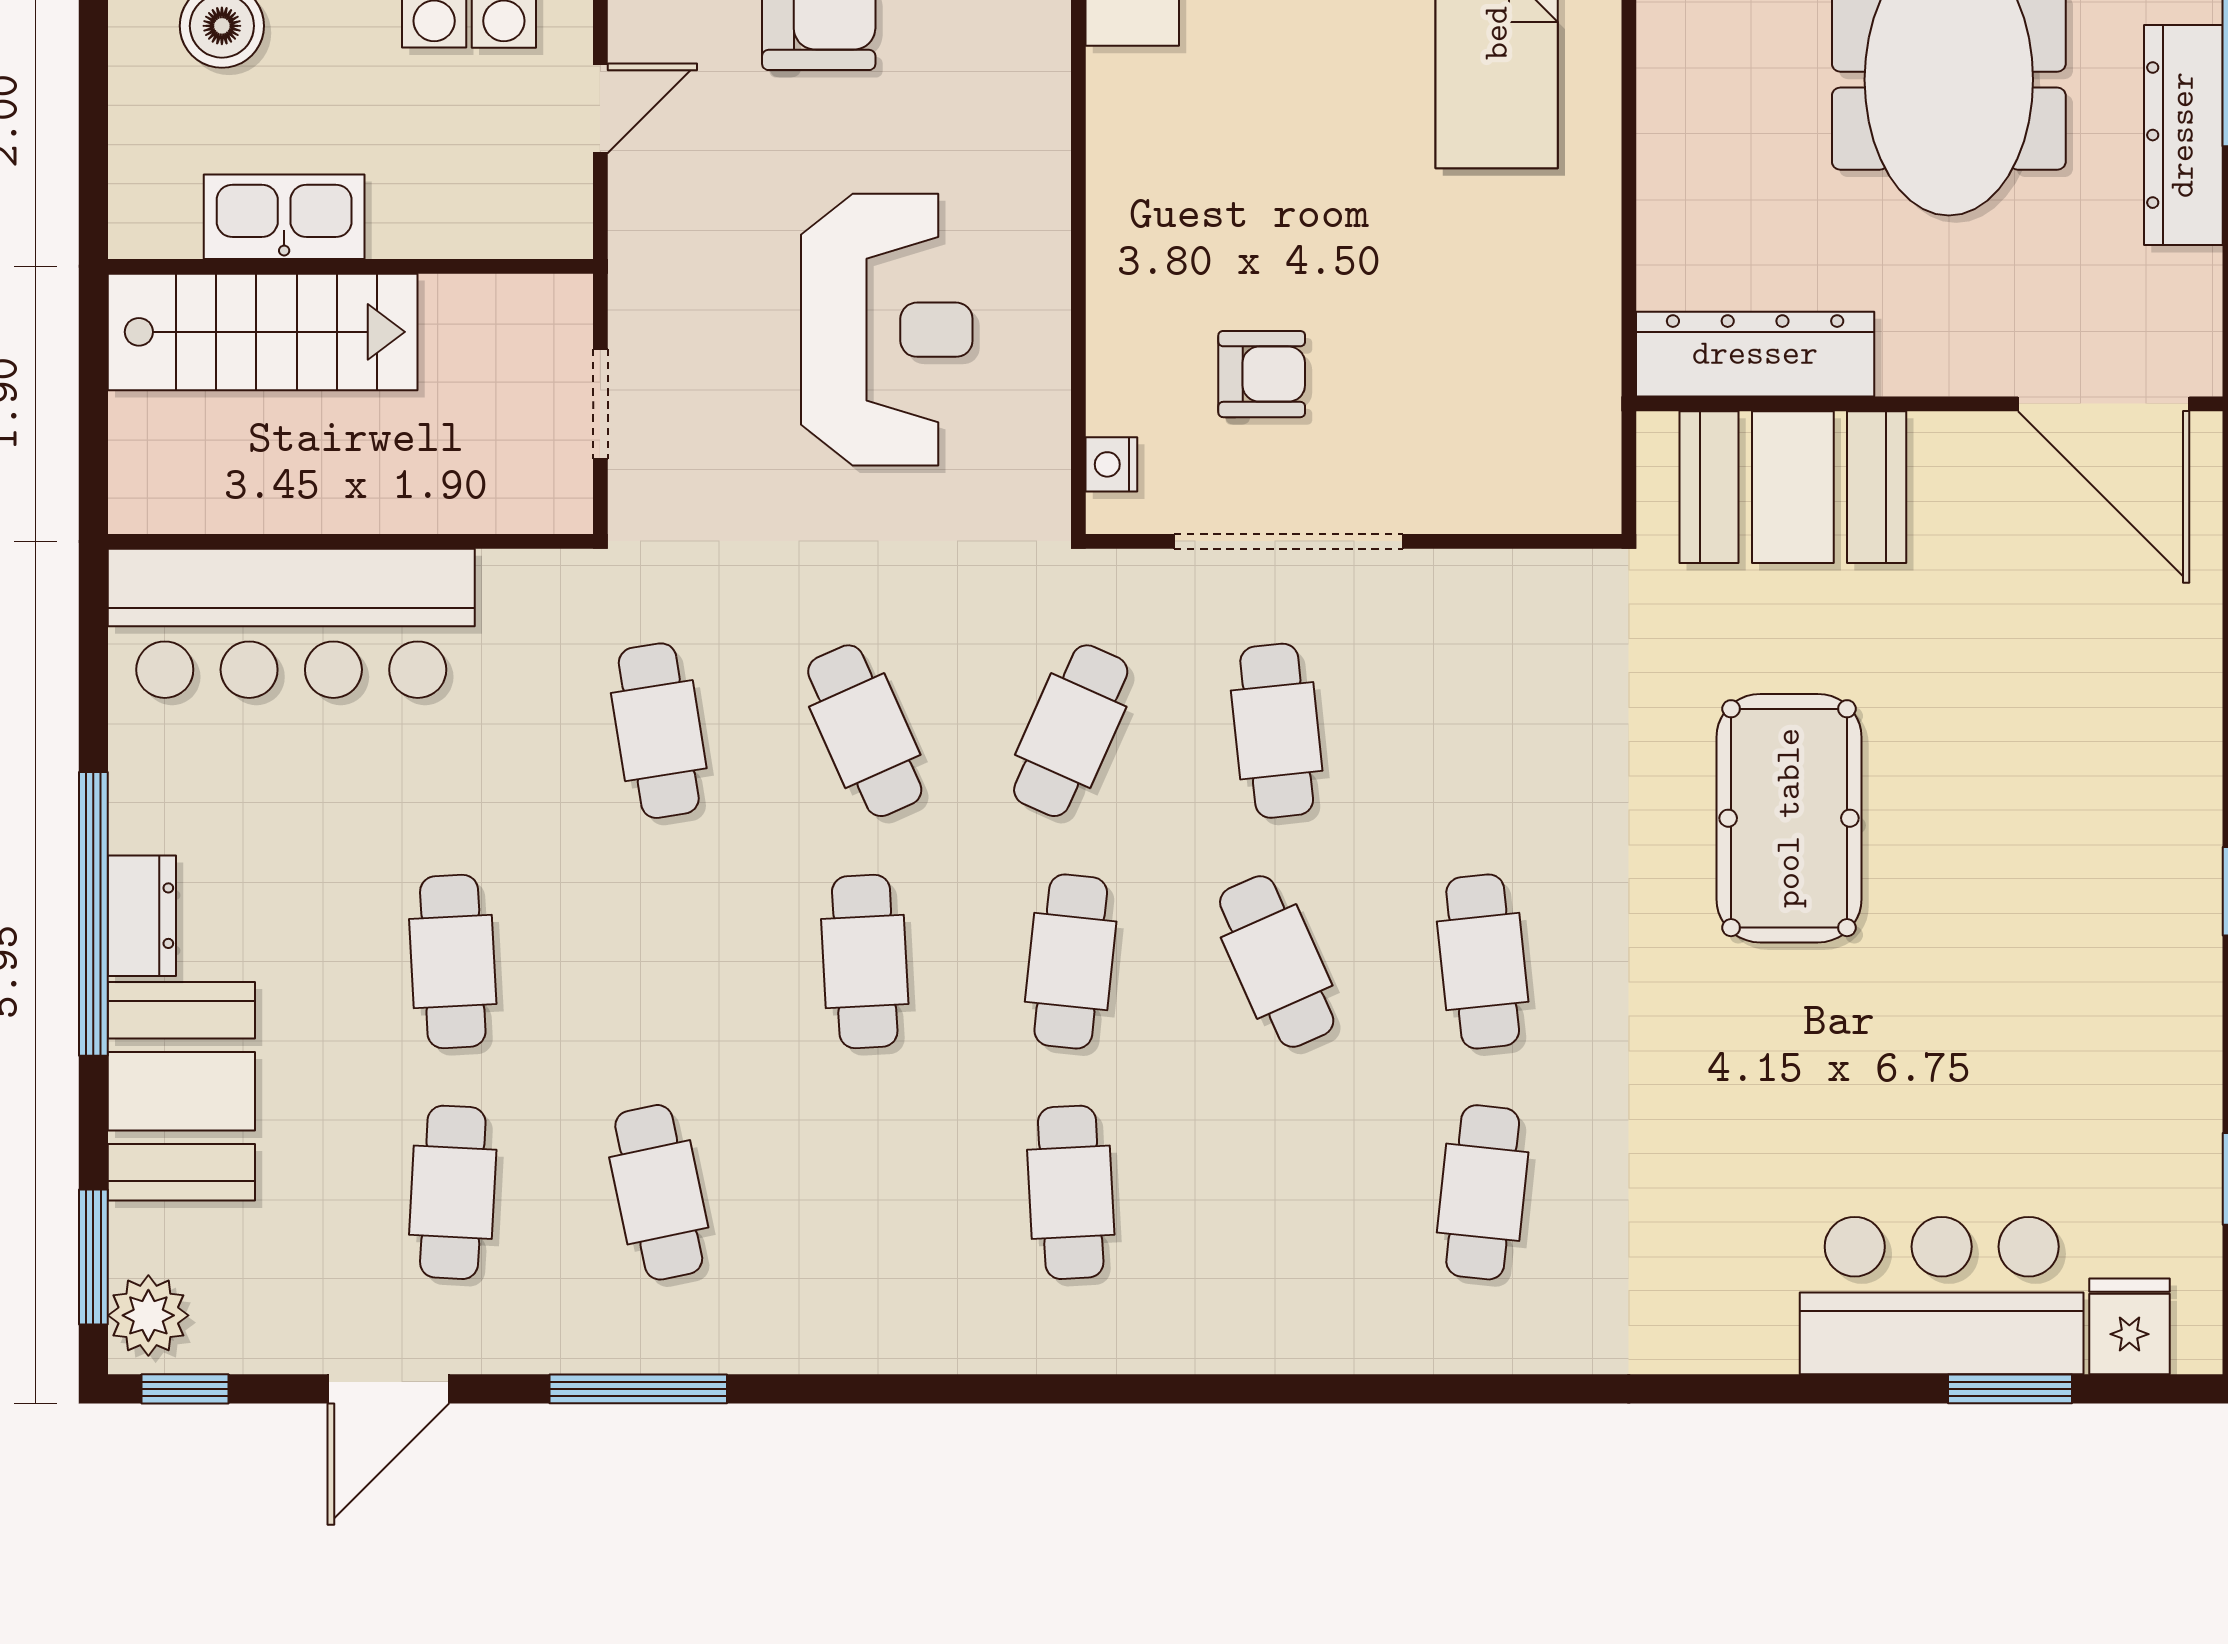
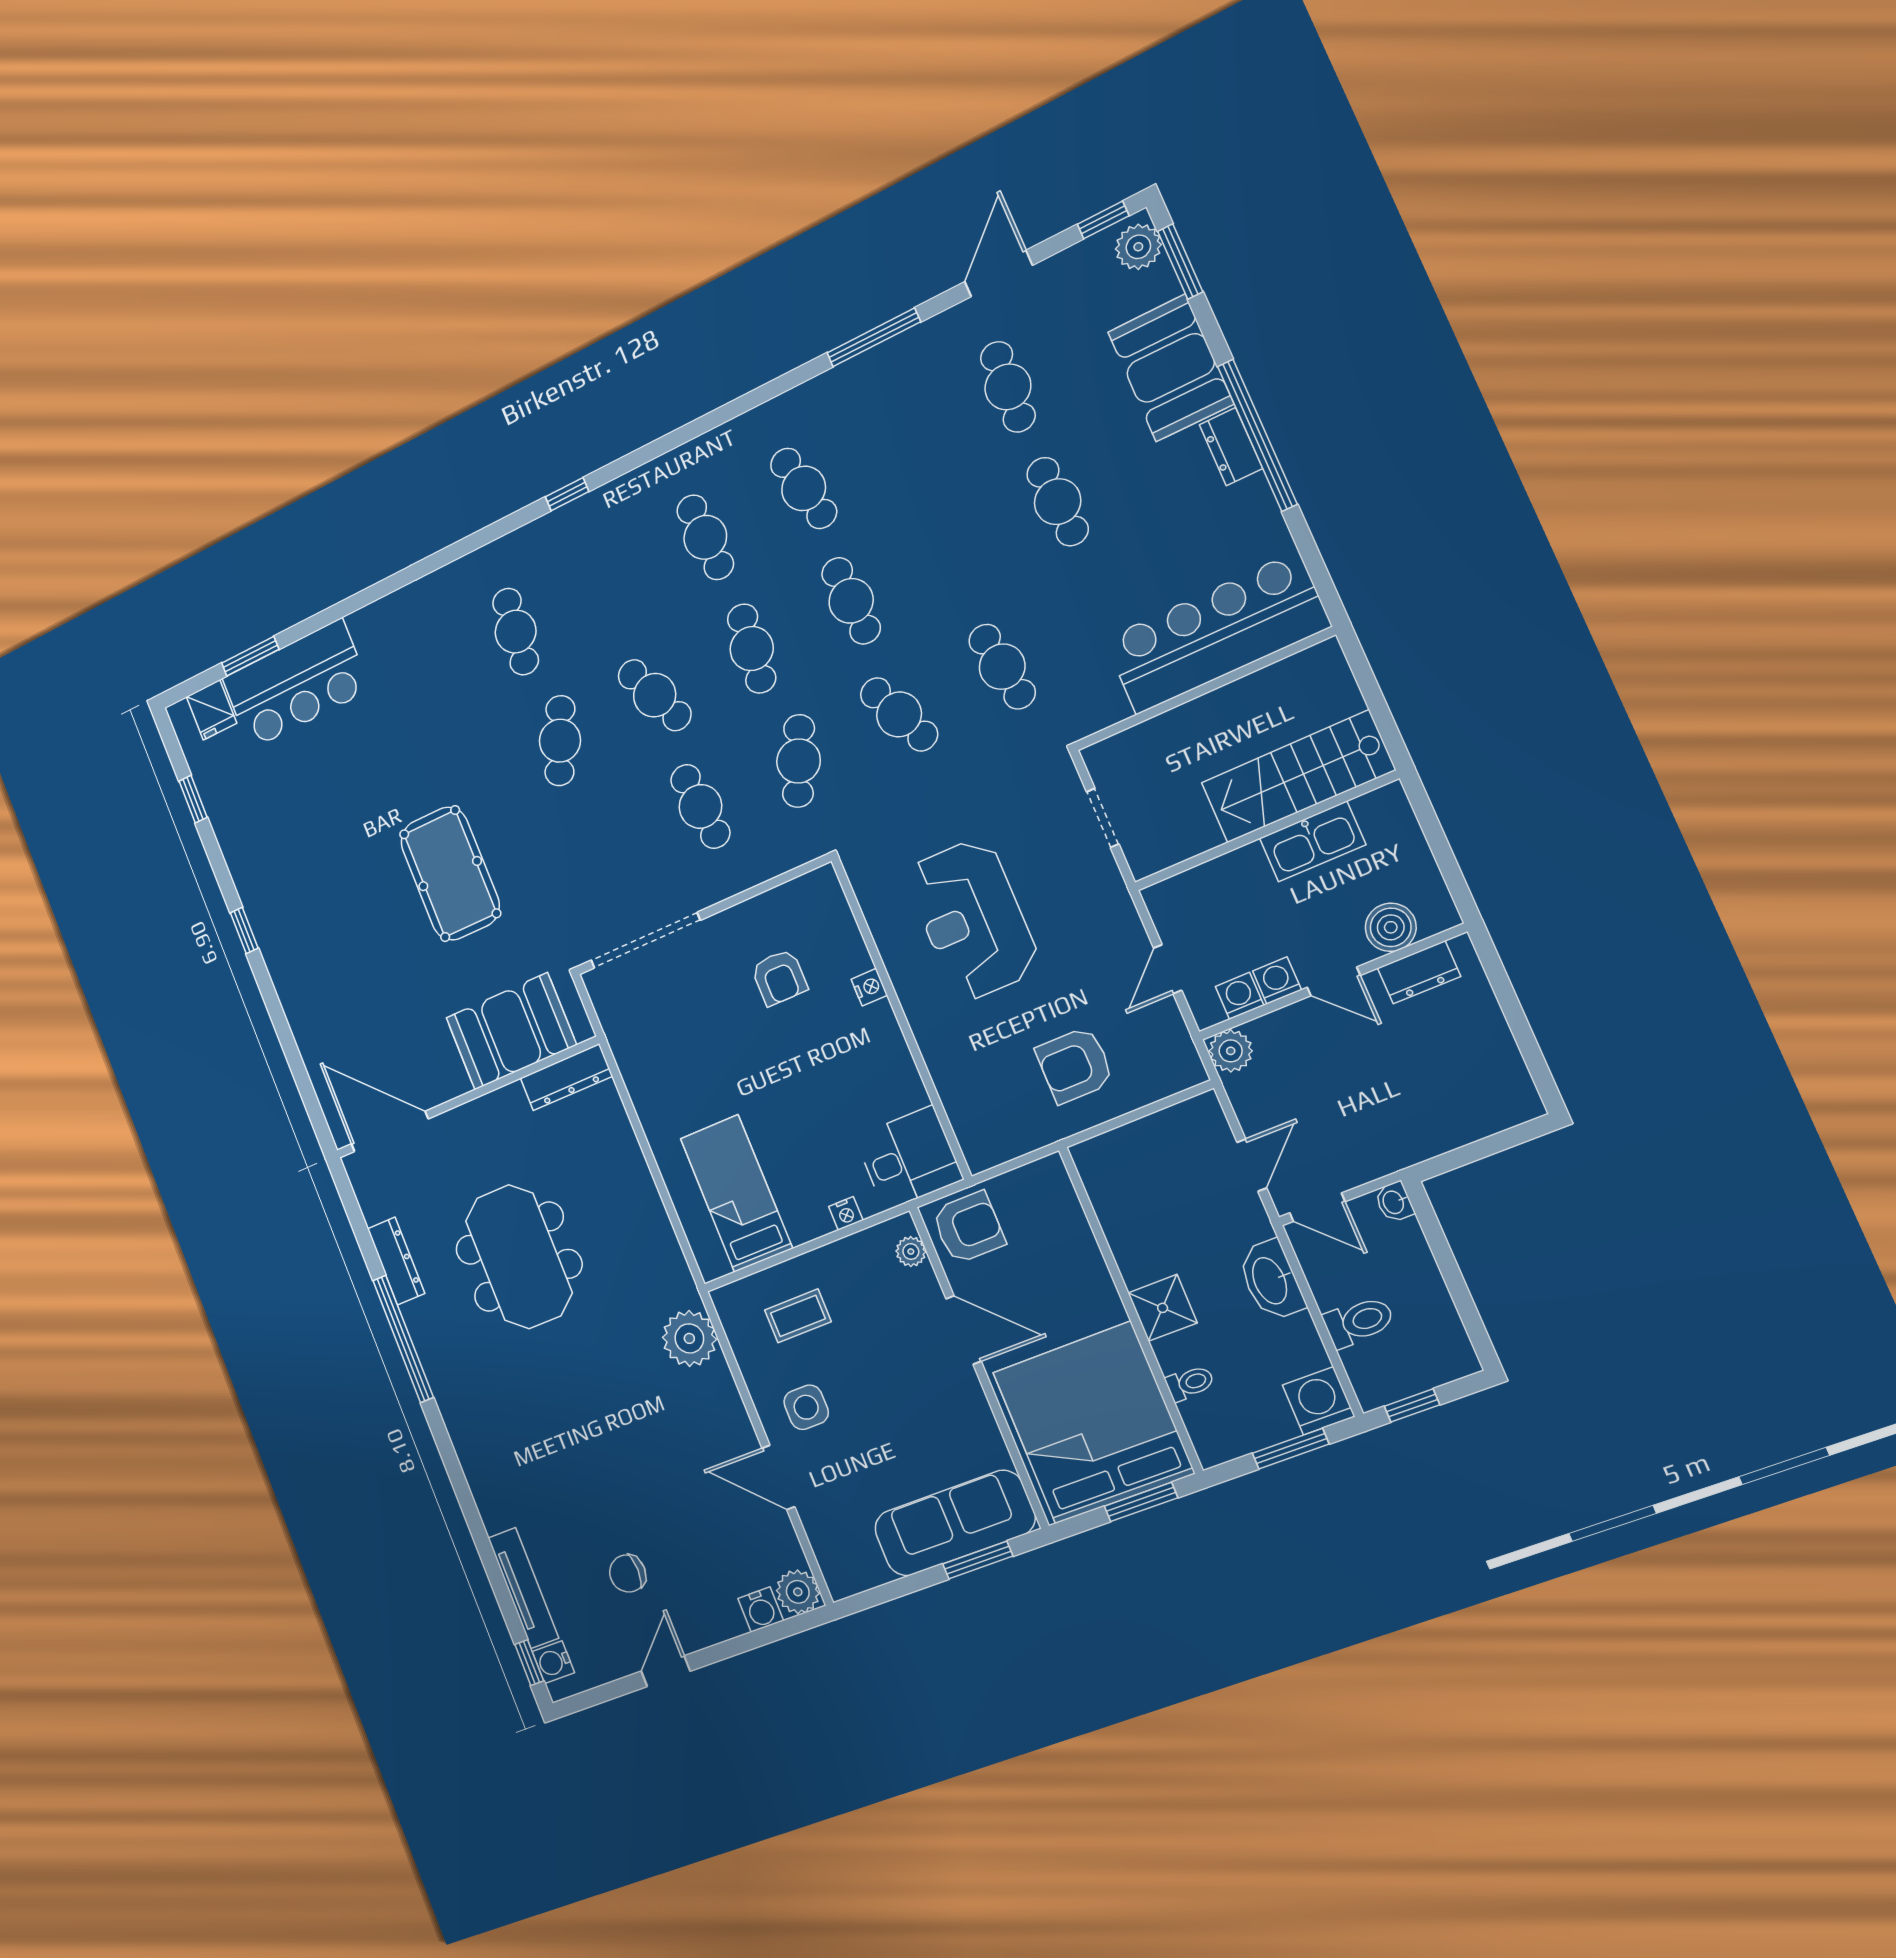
dresser: (2183, 135) -> (396, 1261), width x0.73, depth x0.80
dresser: (1755, 354) -> (566, 1077), width x0.73, depth x0.80
armchair: (1262, 374) -> (779, 977), turned -90
nightstand: (1111, 464) -> (869, 987), moved
doorway: (1289, 541) -> (645, 940), moved
cafe table: (1483, 962) -> (560, 741), turned 30
cafe table: (659, 1192) -> (804, 488), moved
window: (1285, 1389) -> (567, 494), added

